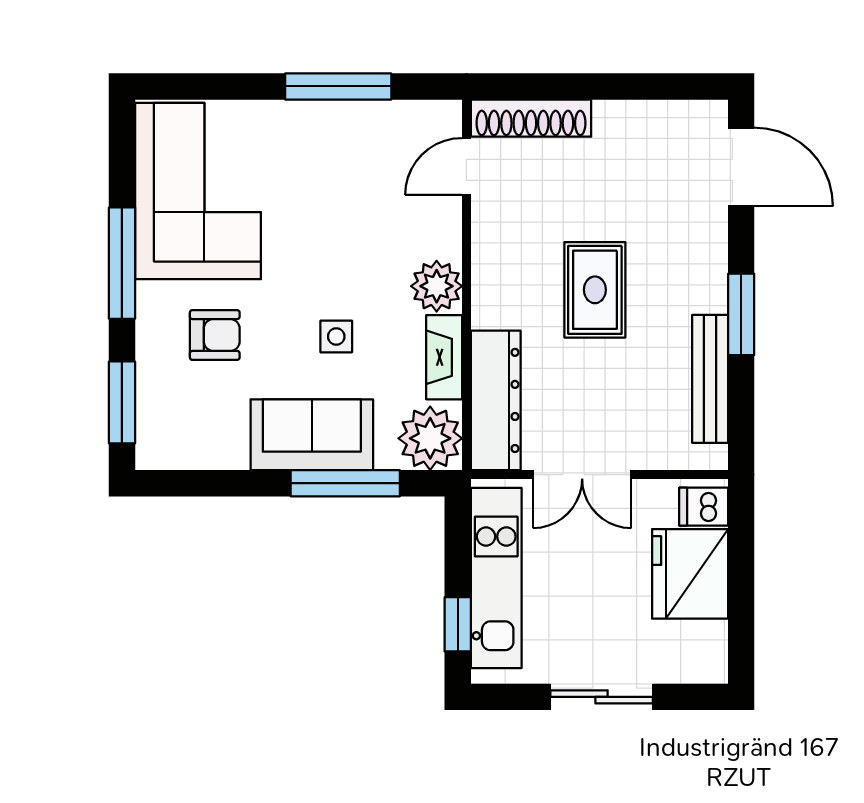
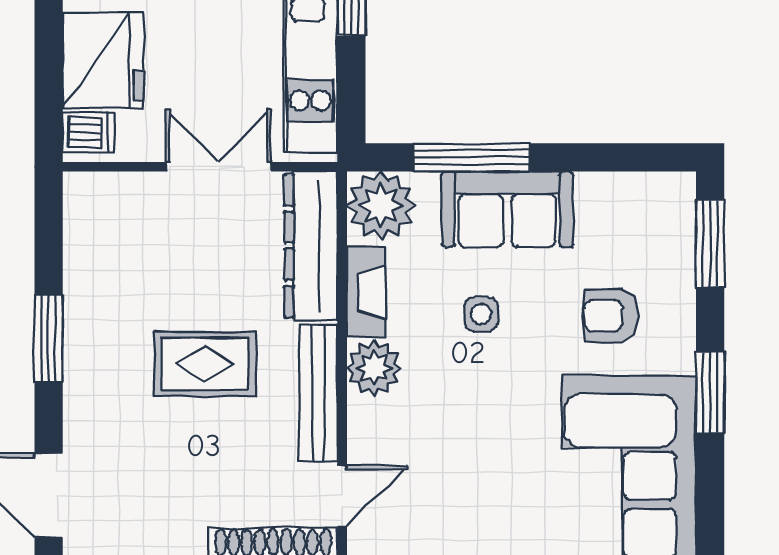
window: (122, 263) -> (710, 393), width x0.69
rug: (595, 290) -> (205, 364), turned 90
bench: (710, 379) -> (318, 393), moved

